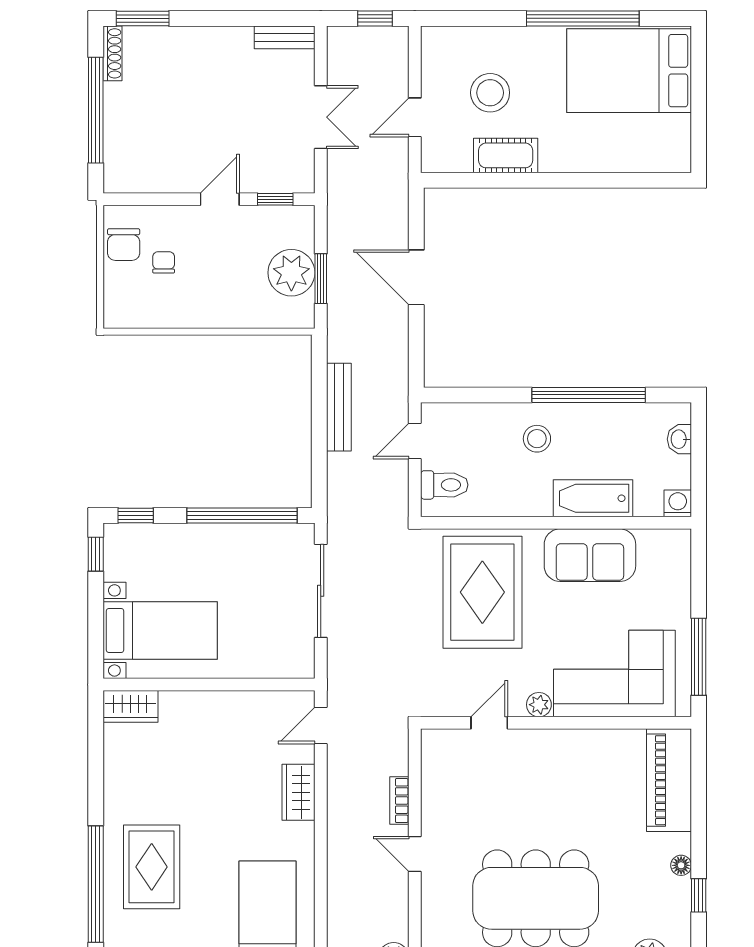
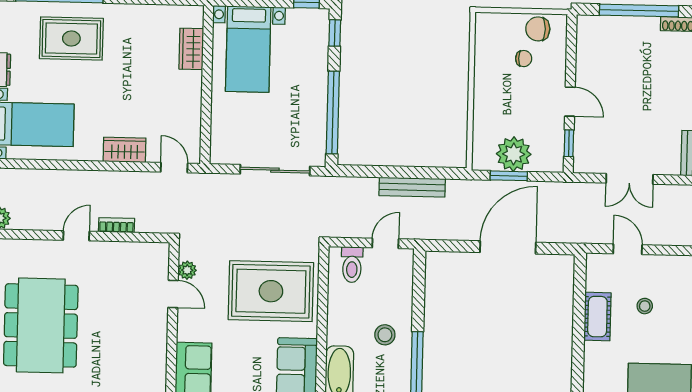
stool: (490, 93) -> (645, 306), width x0.53, depth x0.53
door: (416, 277) -> (508, 247), width x1.36
door: (415, 441) -> (385, 243), hinge flipped
plant: (539, 705) -> (187, 270), moved
wardrobe: (130, 706) -> (191, 49), moved

